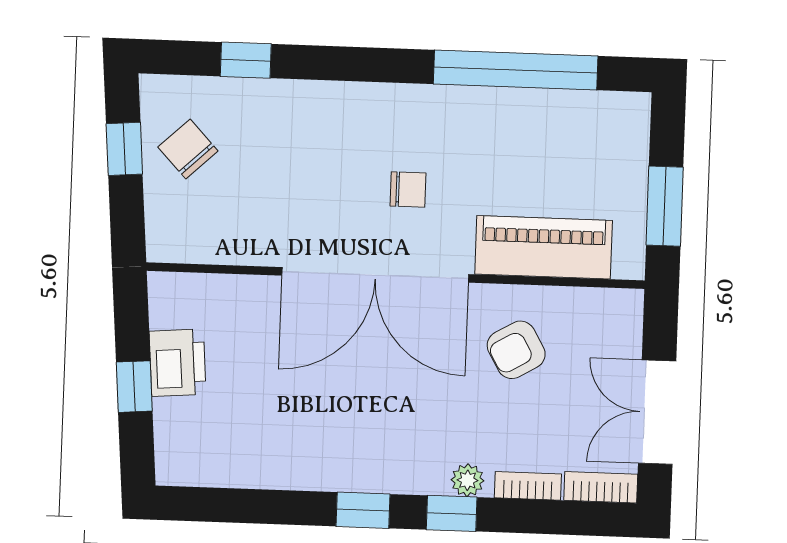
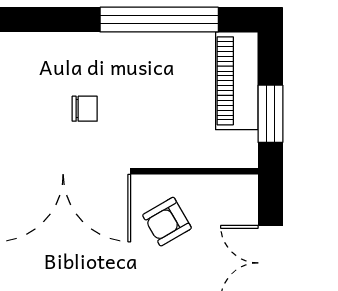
piano: (544, 247) -> (237, 81), moved, turned -90

